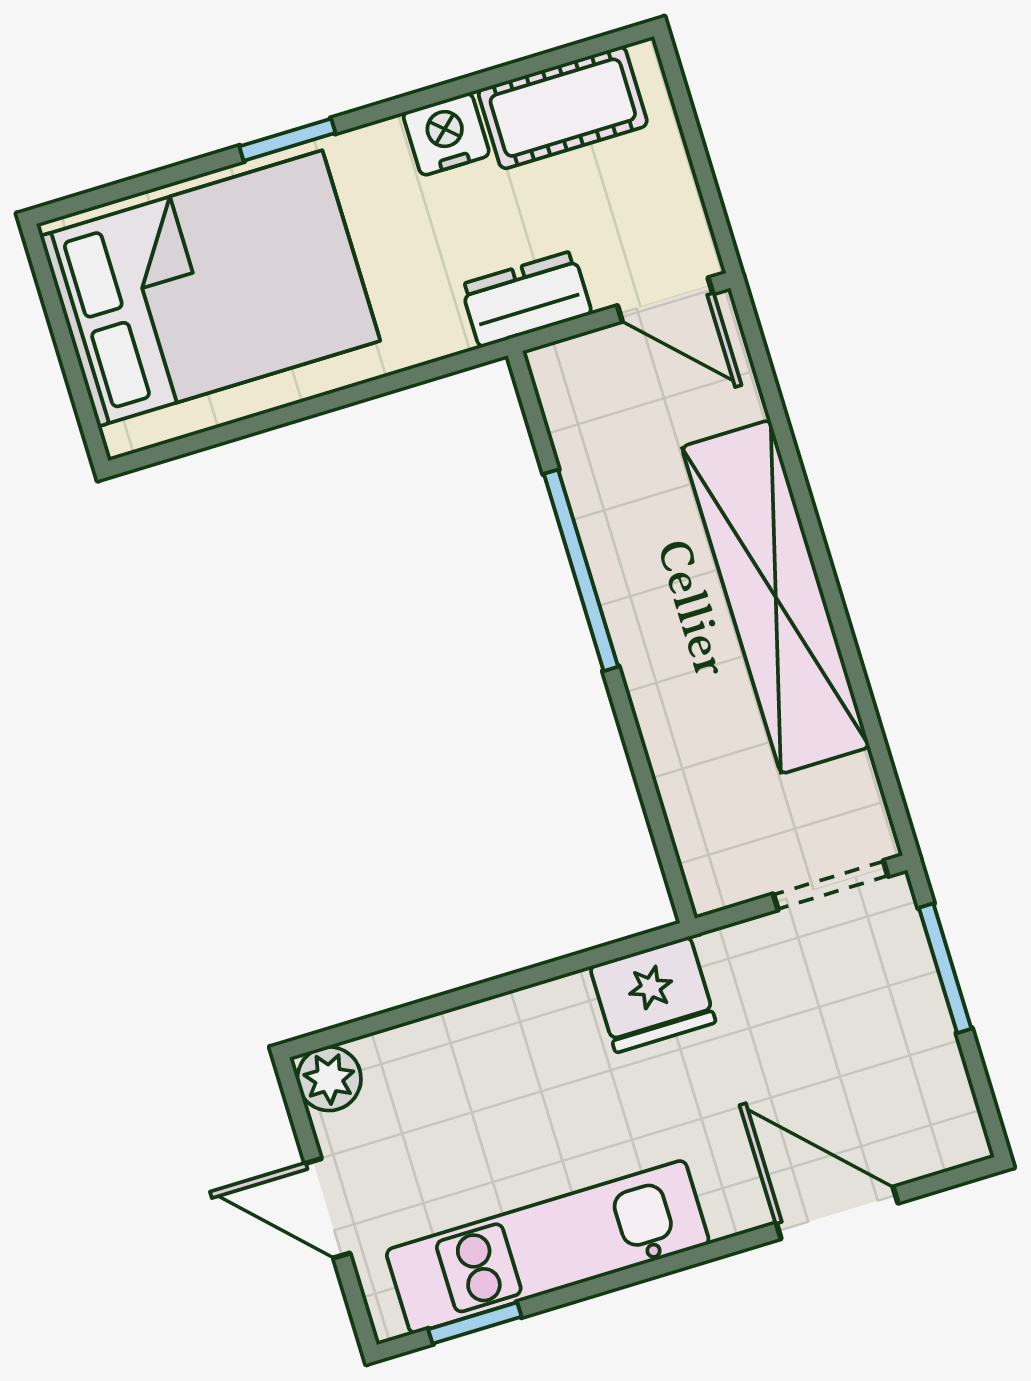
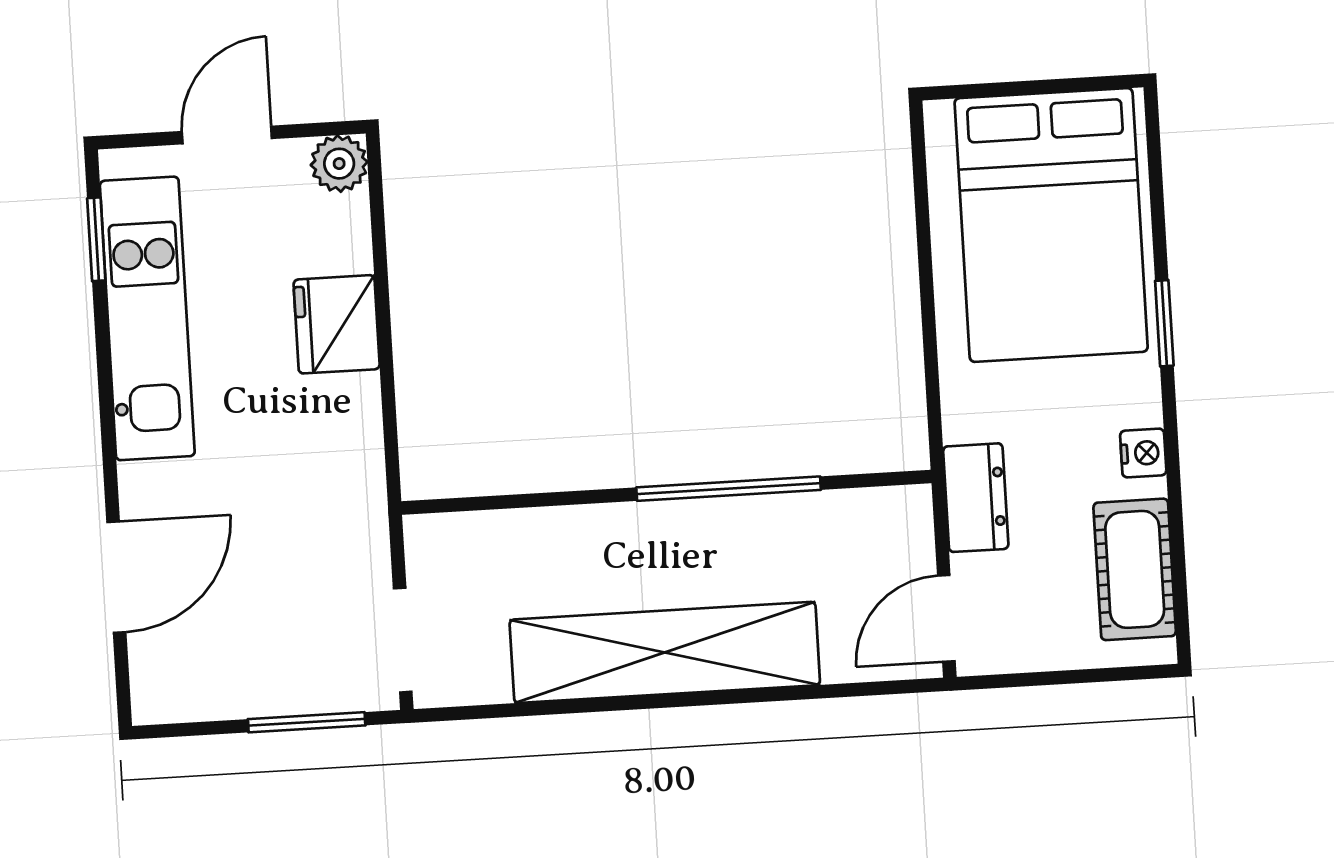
nightstand: (446, 134) -> (1143, 453), width x0.72, depth x0.74
fridge: (653, 995) -> (337, 324), moved

